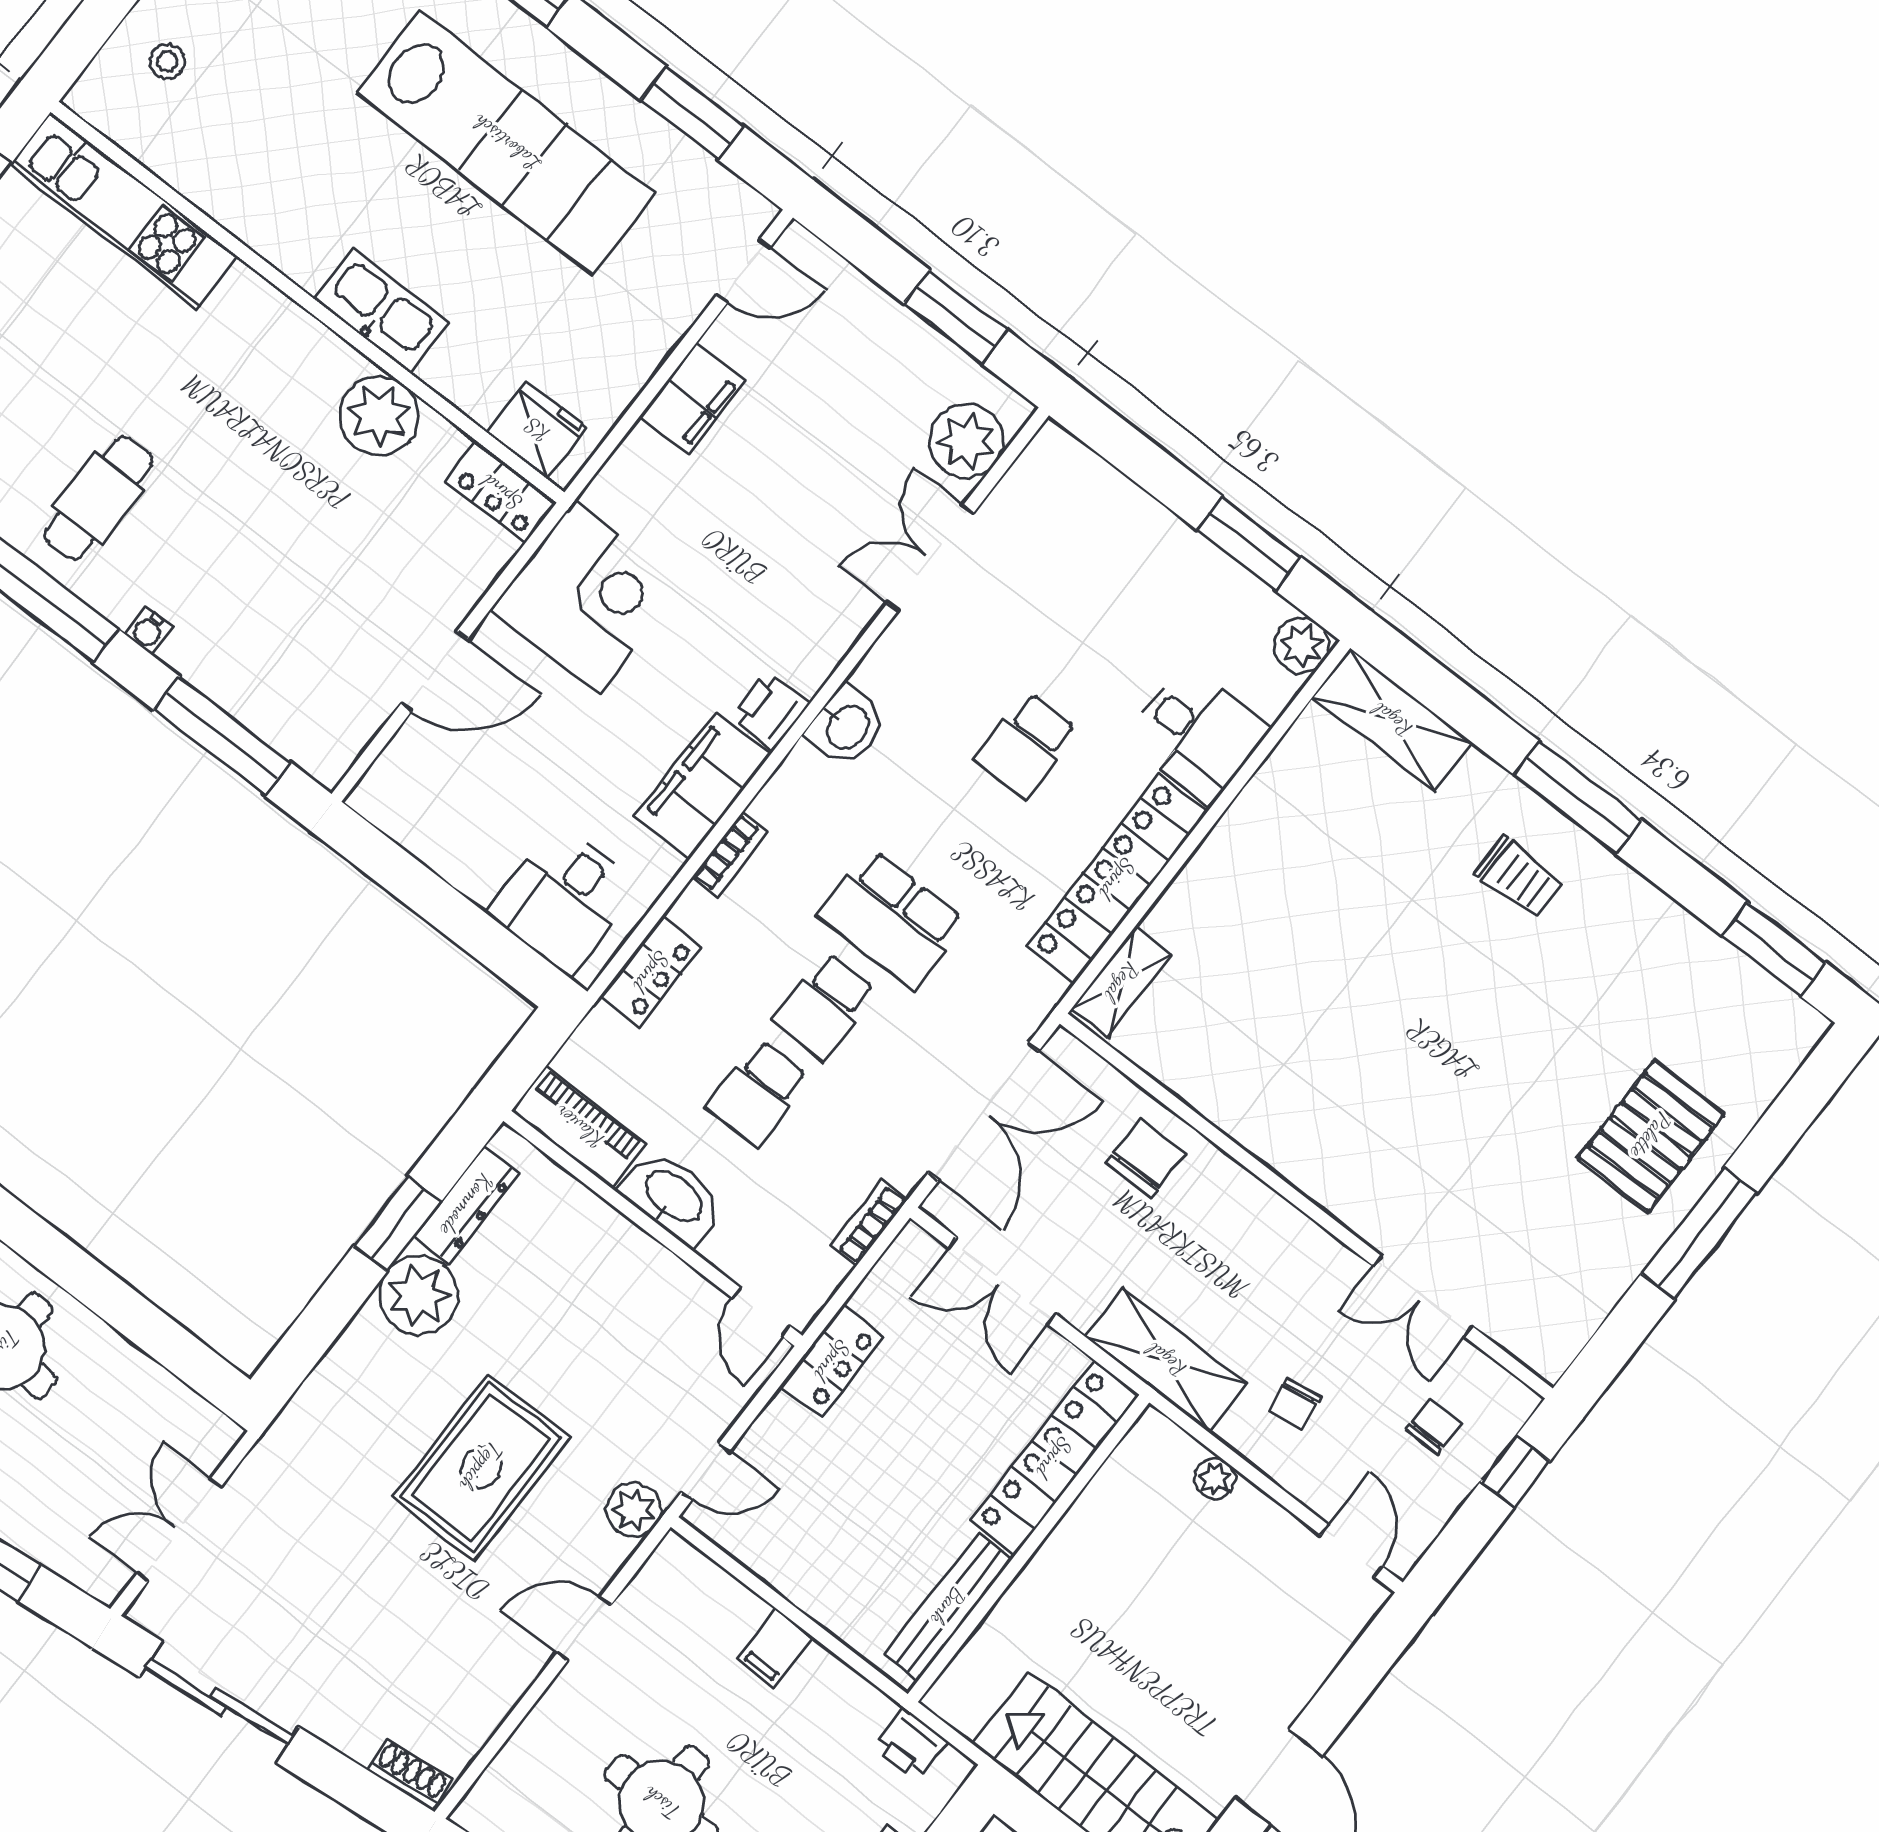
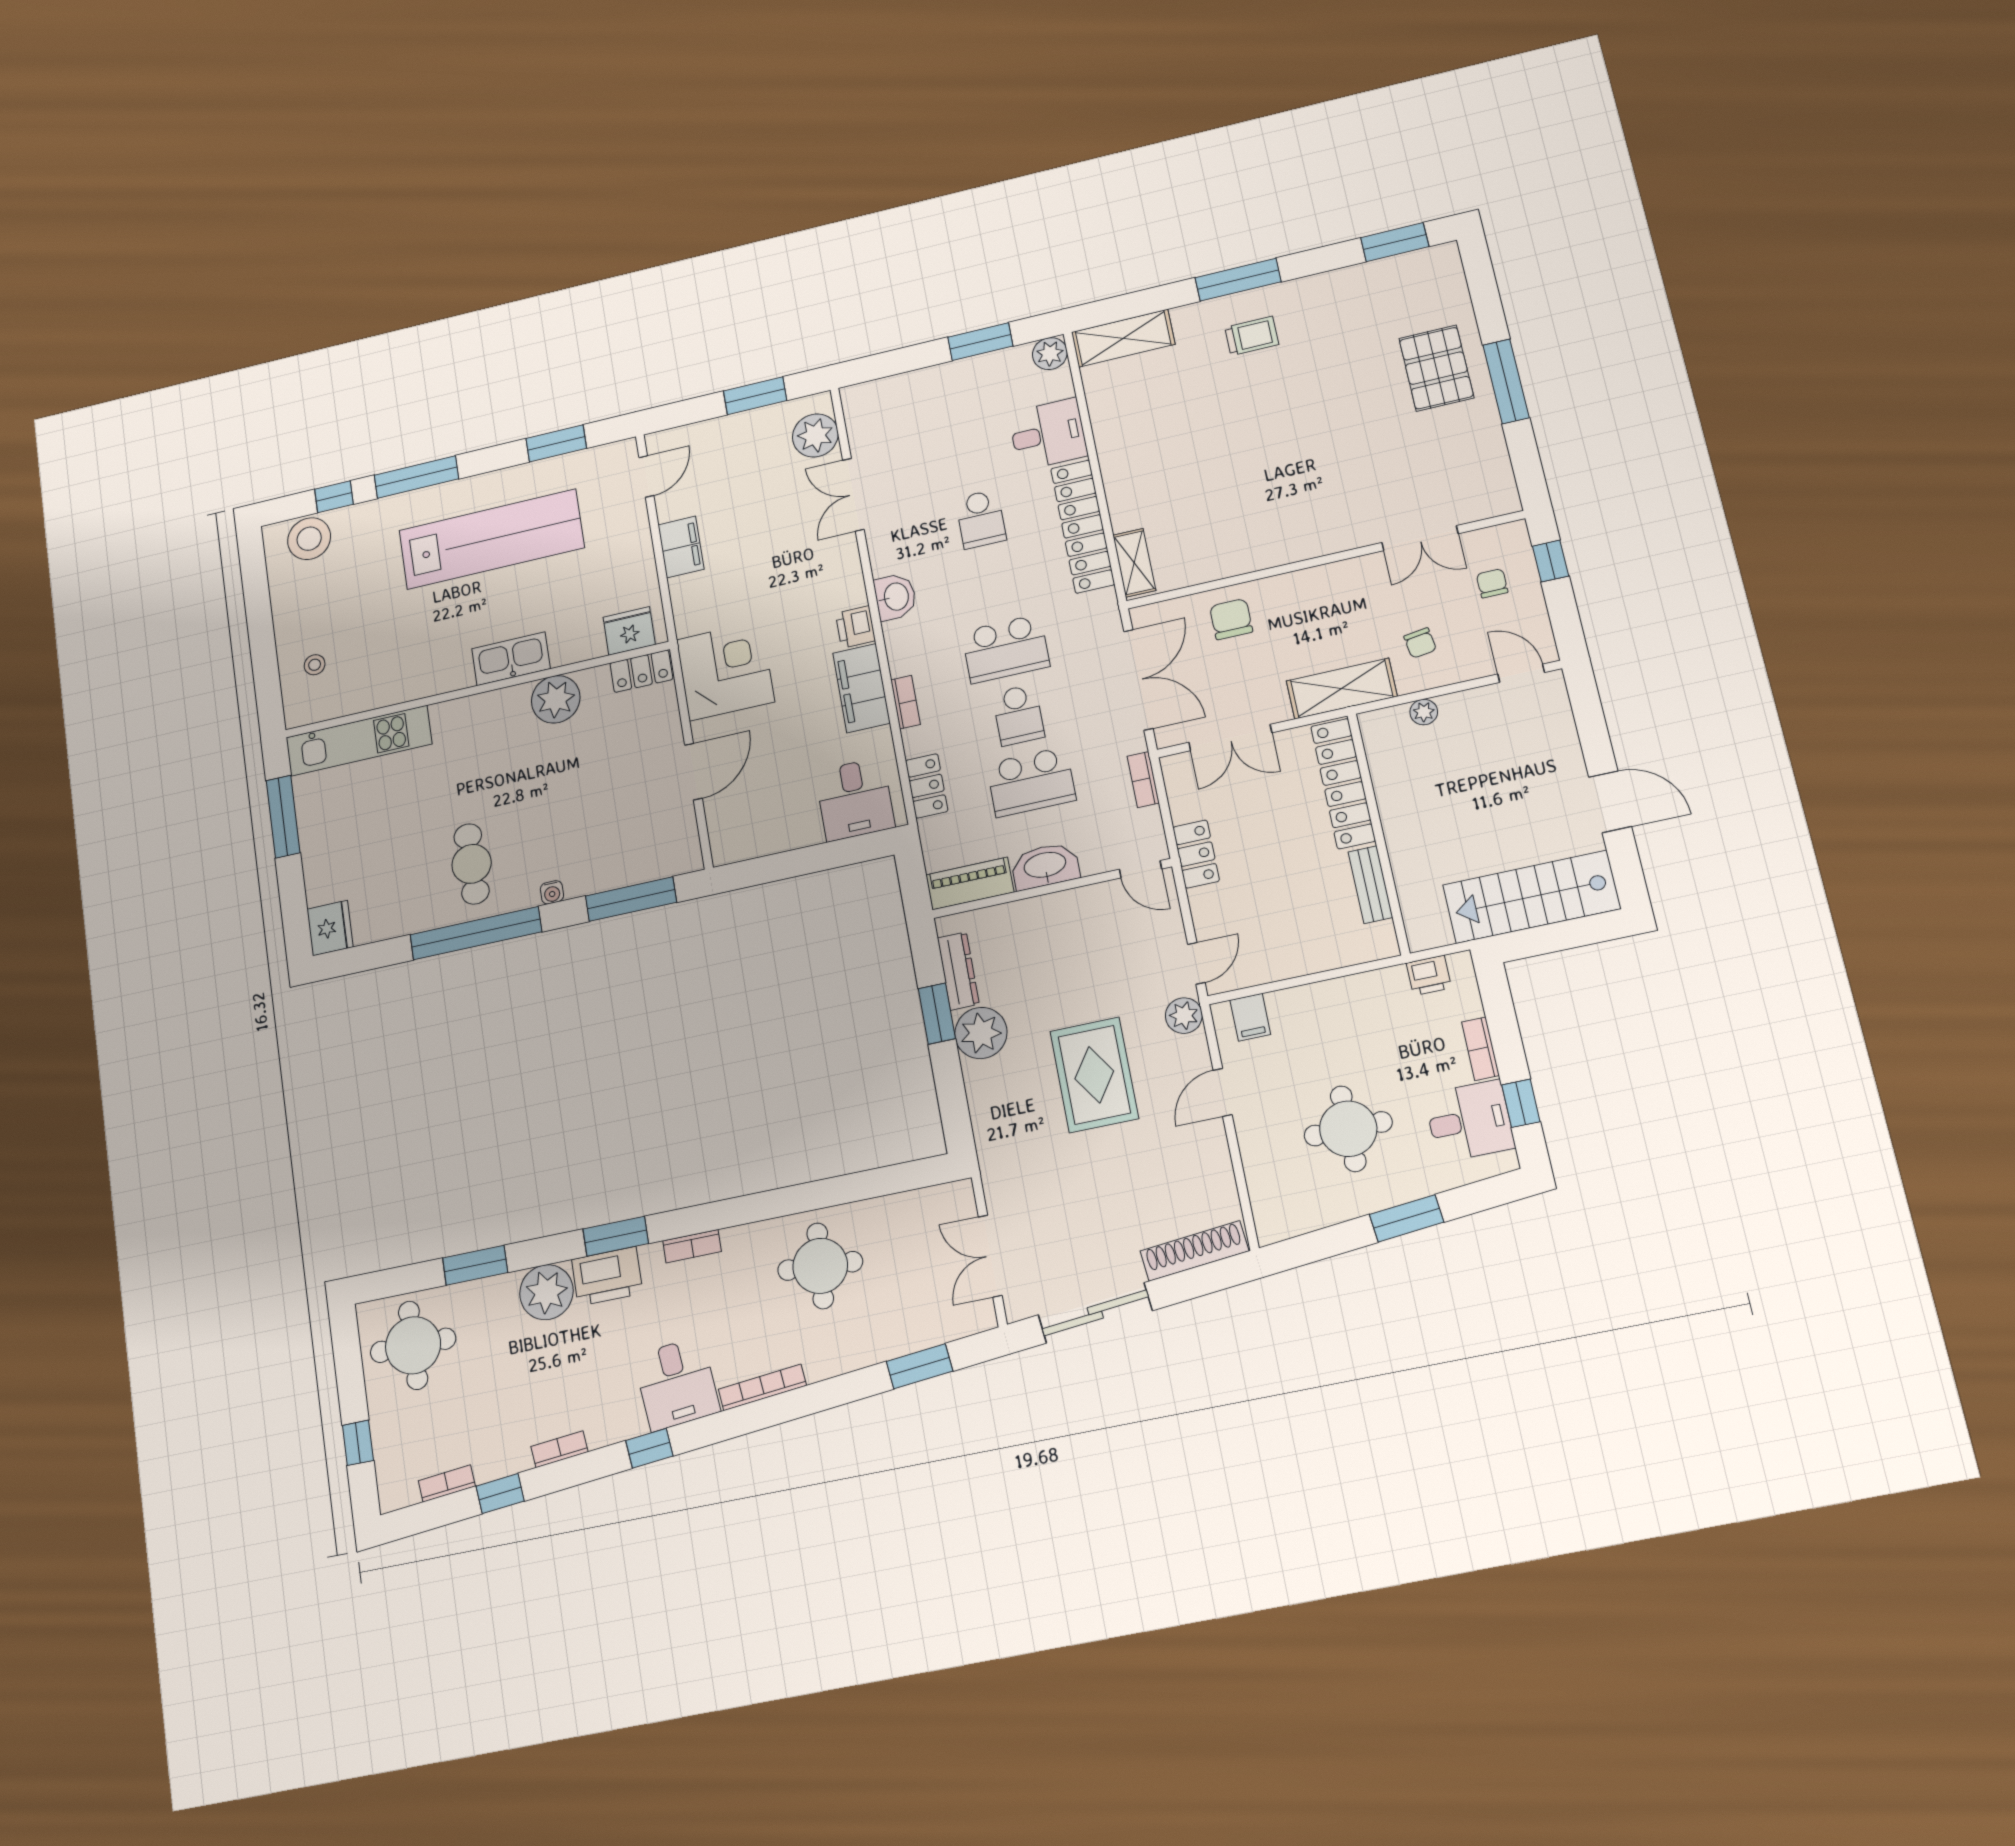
school desk: (758, 1093) -> (1031, 782), width x1.85
bench: (948, 1607) -> (1370, 885), width x0.73
filing cabinet: (775, 1648) -> (1250, 1017), moved
shoe rack: (410, 1774) -> (1194, 1251), width x1.94, depth x1.24

